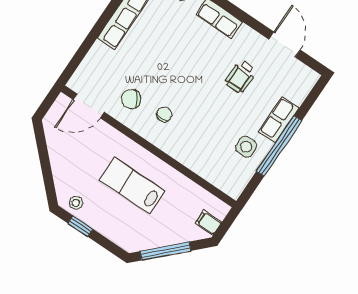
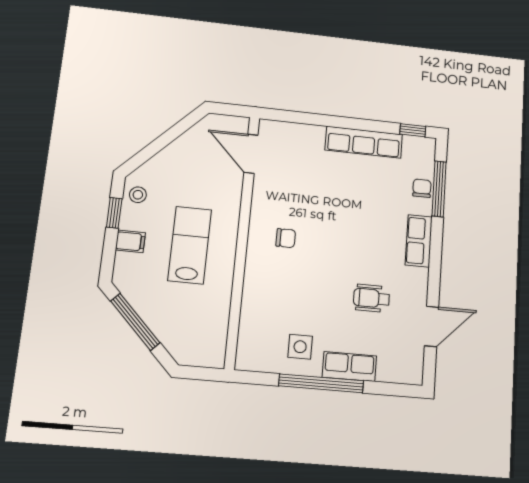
chair: (131, 99) -> (283, 194), removed
filing cabinet: (208, 223) -> (130, 241), moved, turned 90

